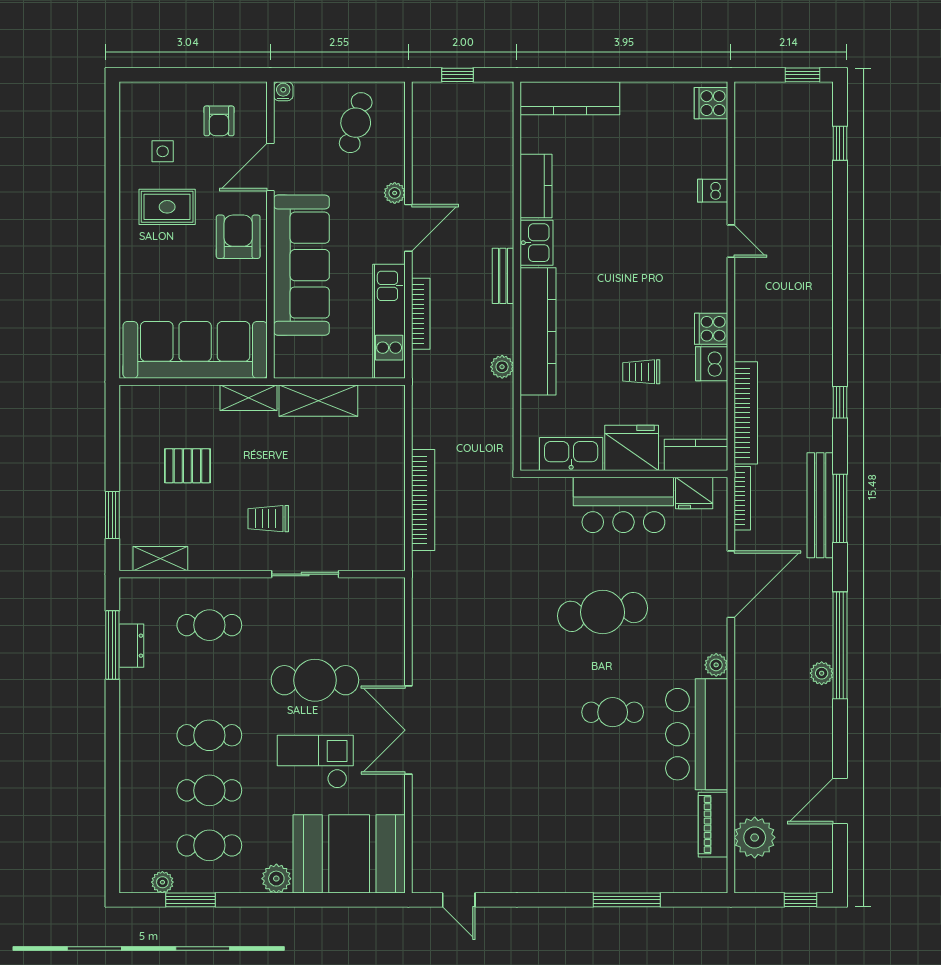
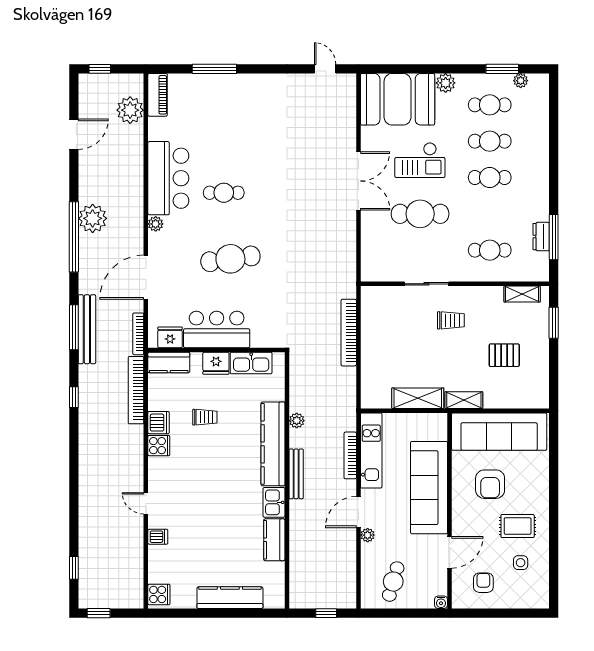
kitchen counter: (570, 98) -> (230, 598), moved
armchair: (238, 237) -> (490, 484), moved
bench: (503, 276) -> (296, 474), width x1.36
fridge: (632, 448) -> (216, 363), width x0.73, depth x0.75
plant: (822, 673) -> (93, 218), width x1.87, depth x1.87
piano: (713, 825) -> (158, 95), moved

